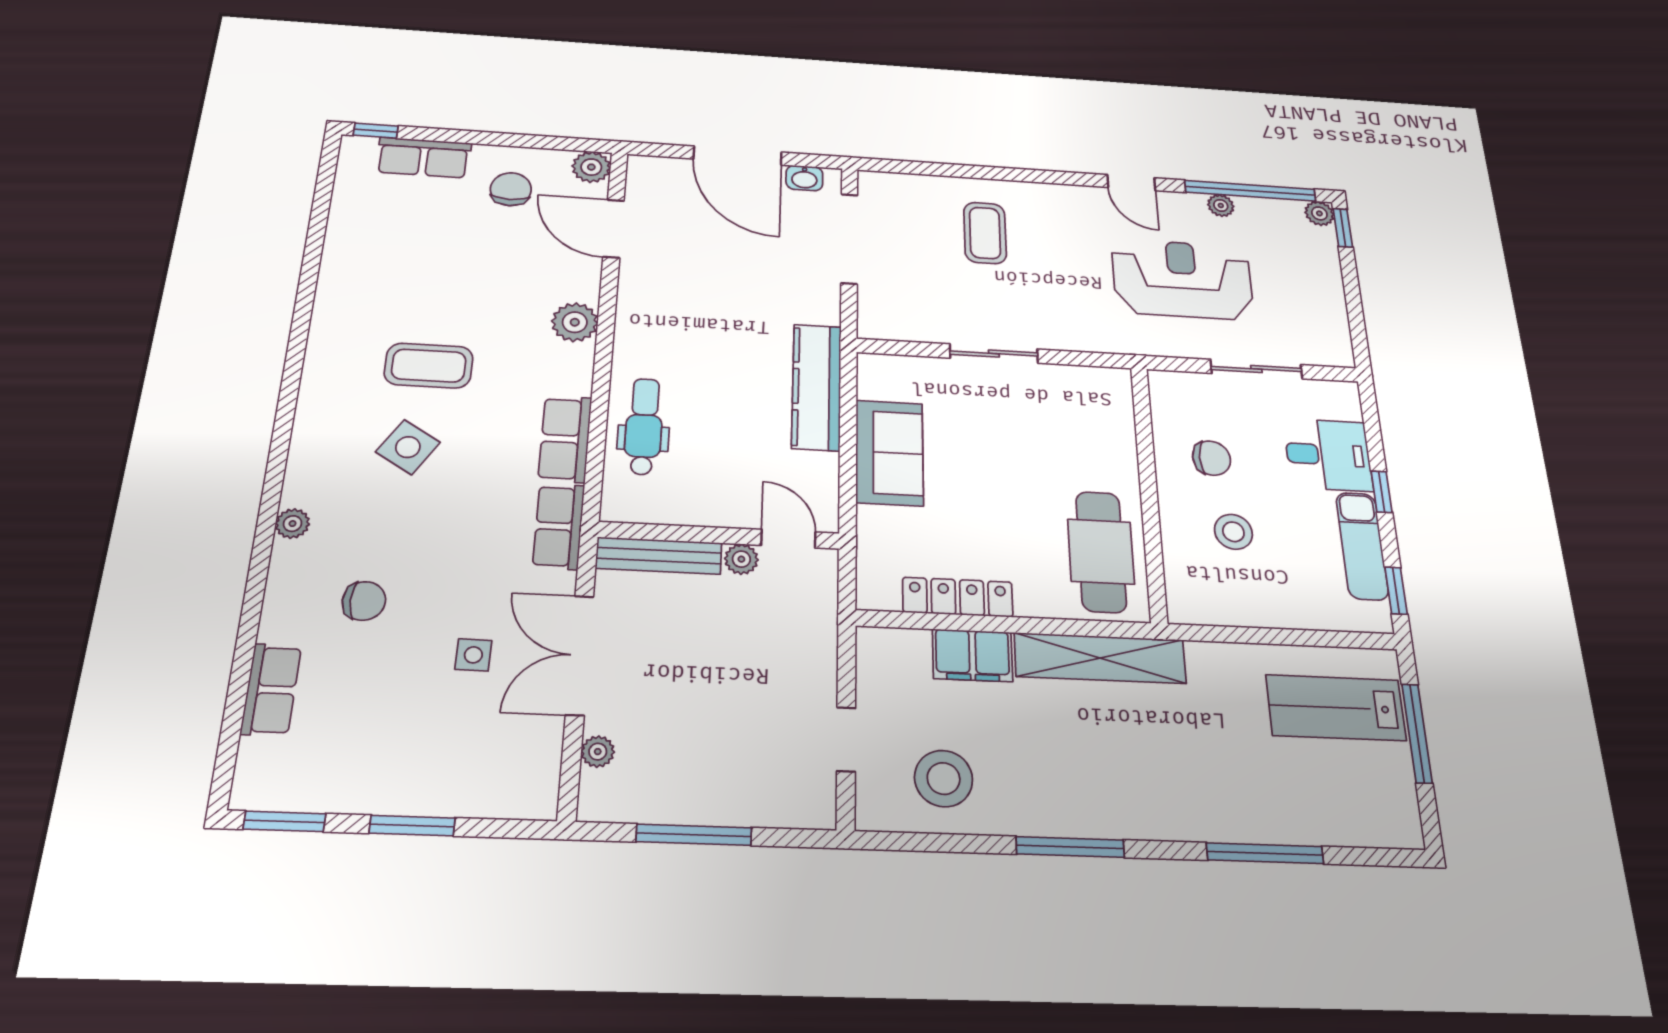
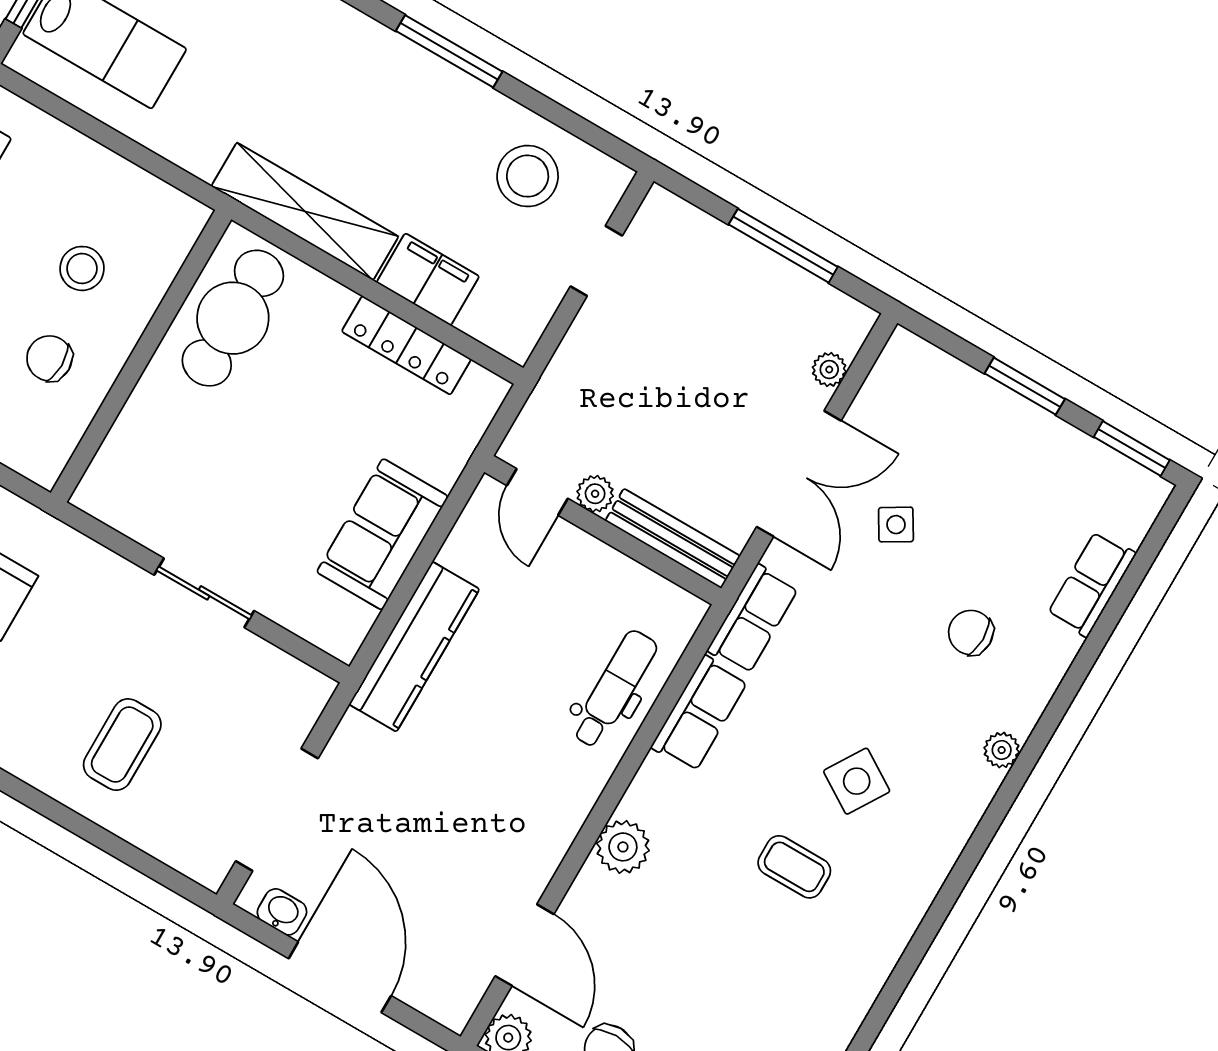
coffee table: (429, 366) -> (794, 867), width x0.73, depth x0.77
dental chair: (644, 426) -> (614, 689), turned 180
side table: (473, 655) -> (896, 525), turned -32

